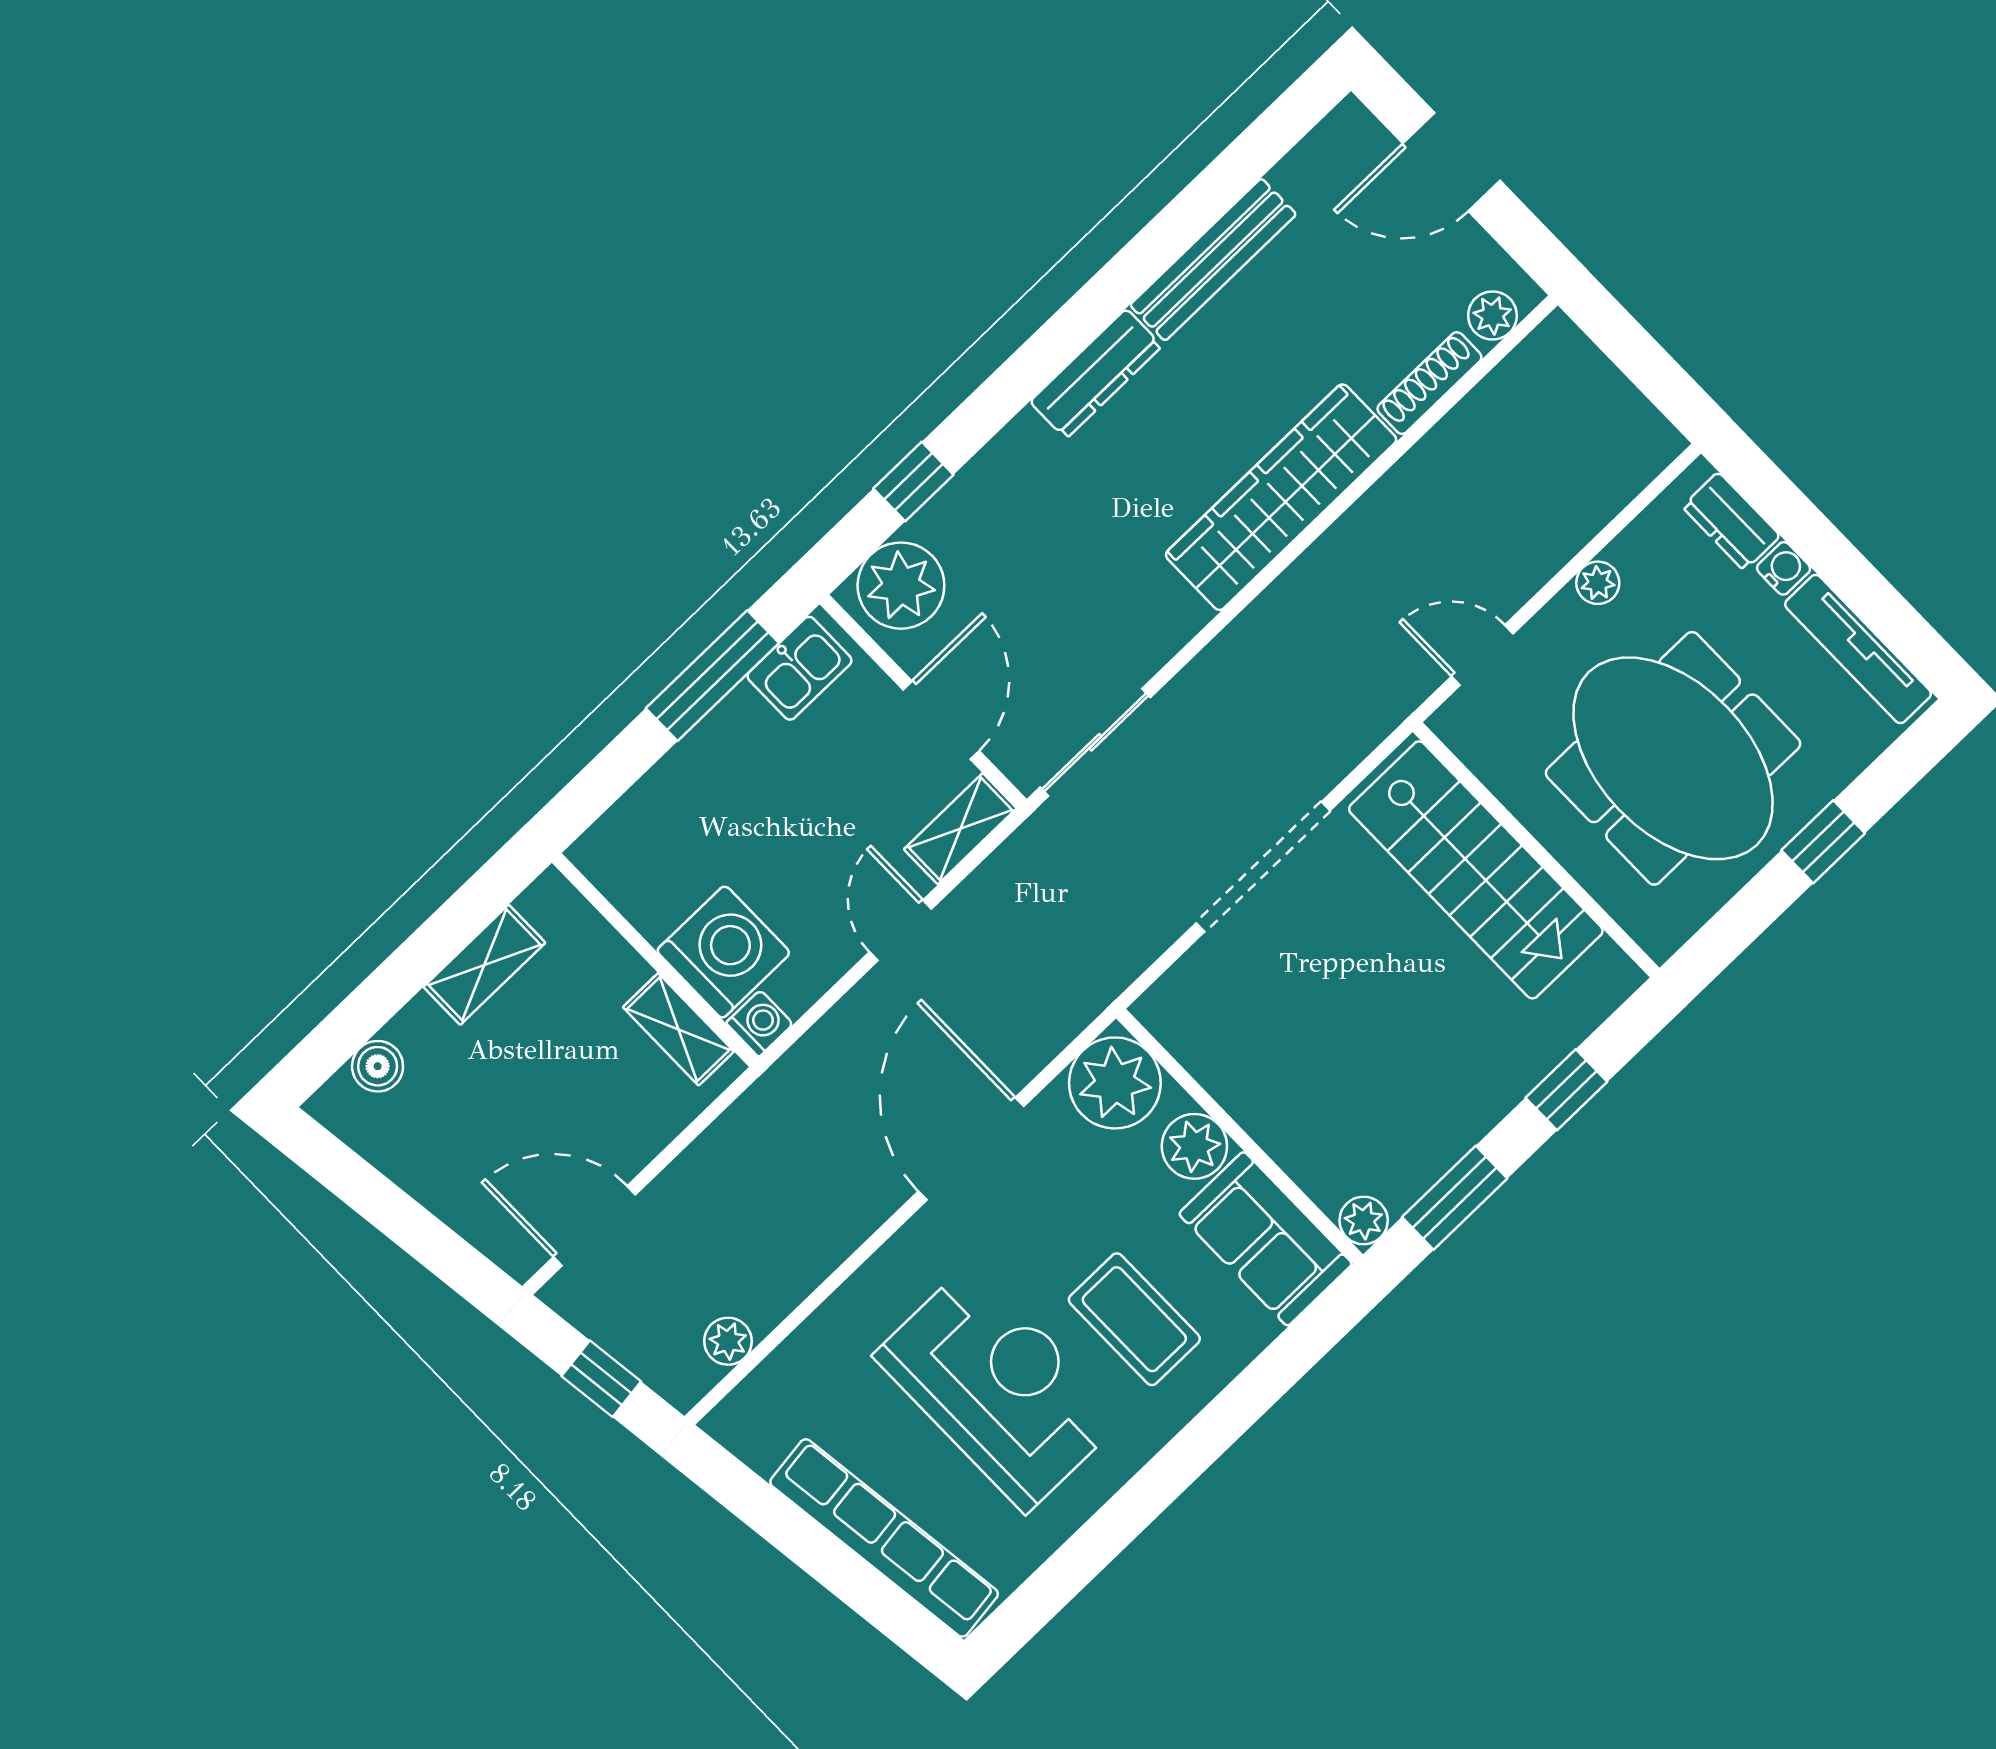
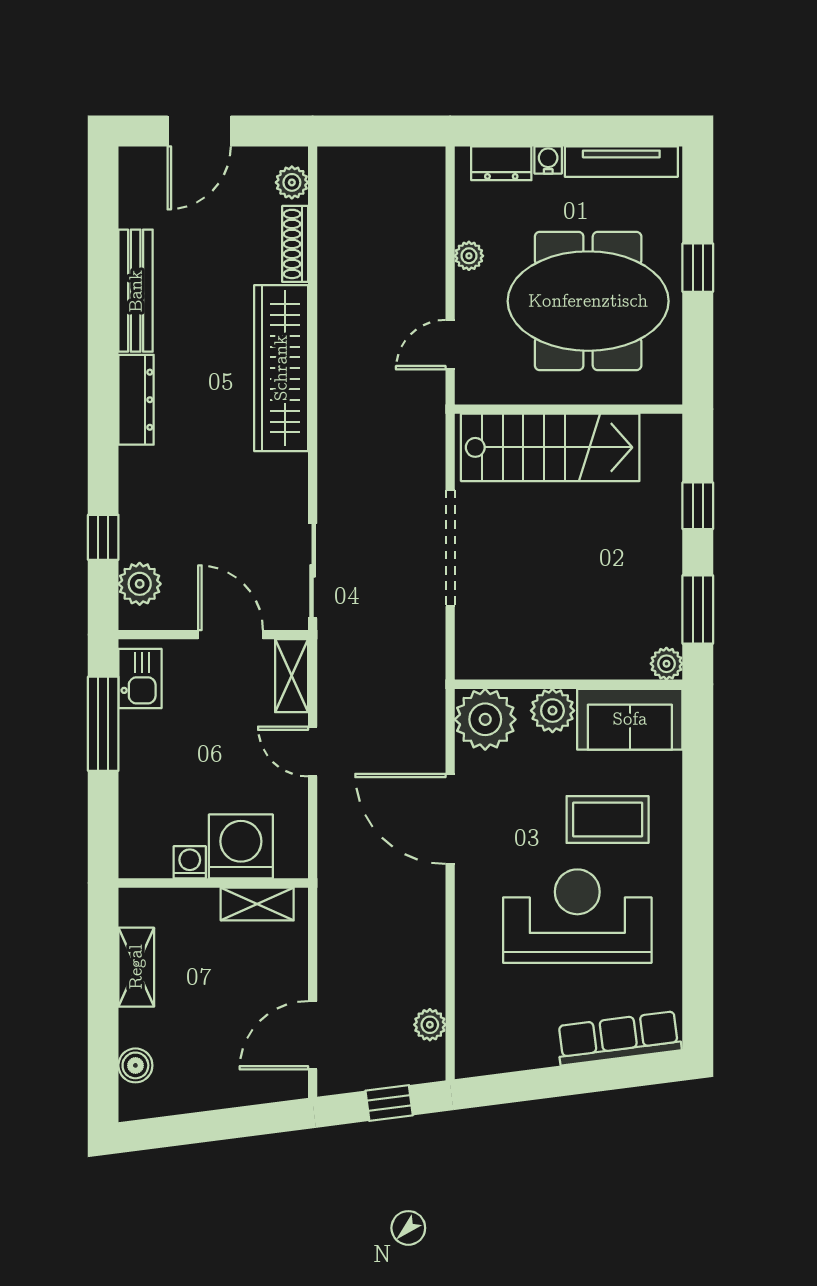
plant: (901, 586) -> (140, 584), width x0.73, depth x0.73
washing machine: (760, 1023) -> (190, 862), moved
row of seats: (884, 1538) -> (619, 1038), width x0.73

